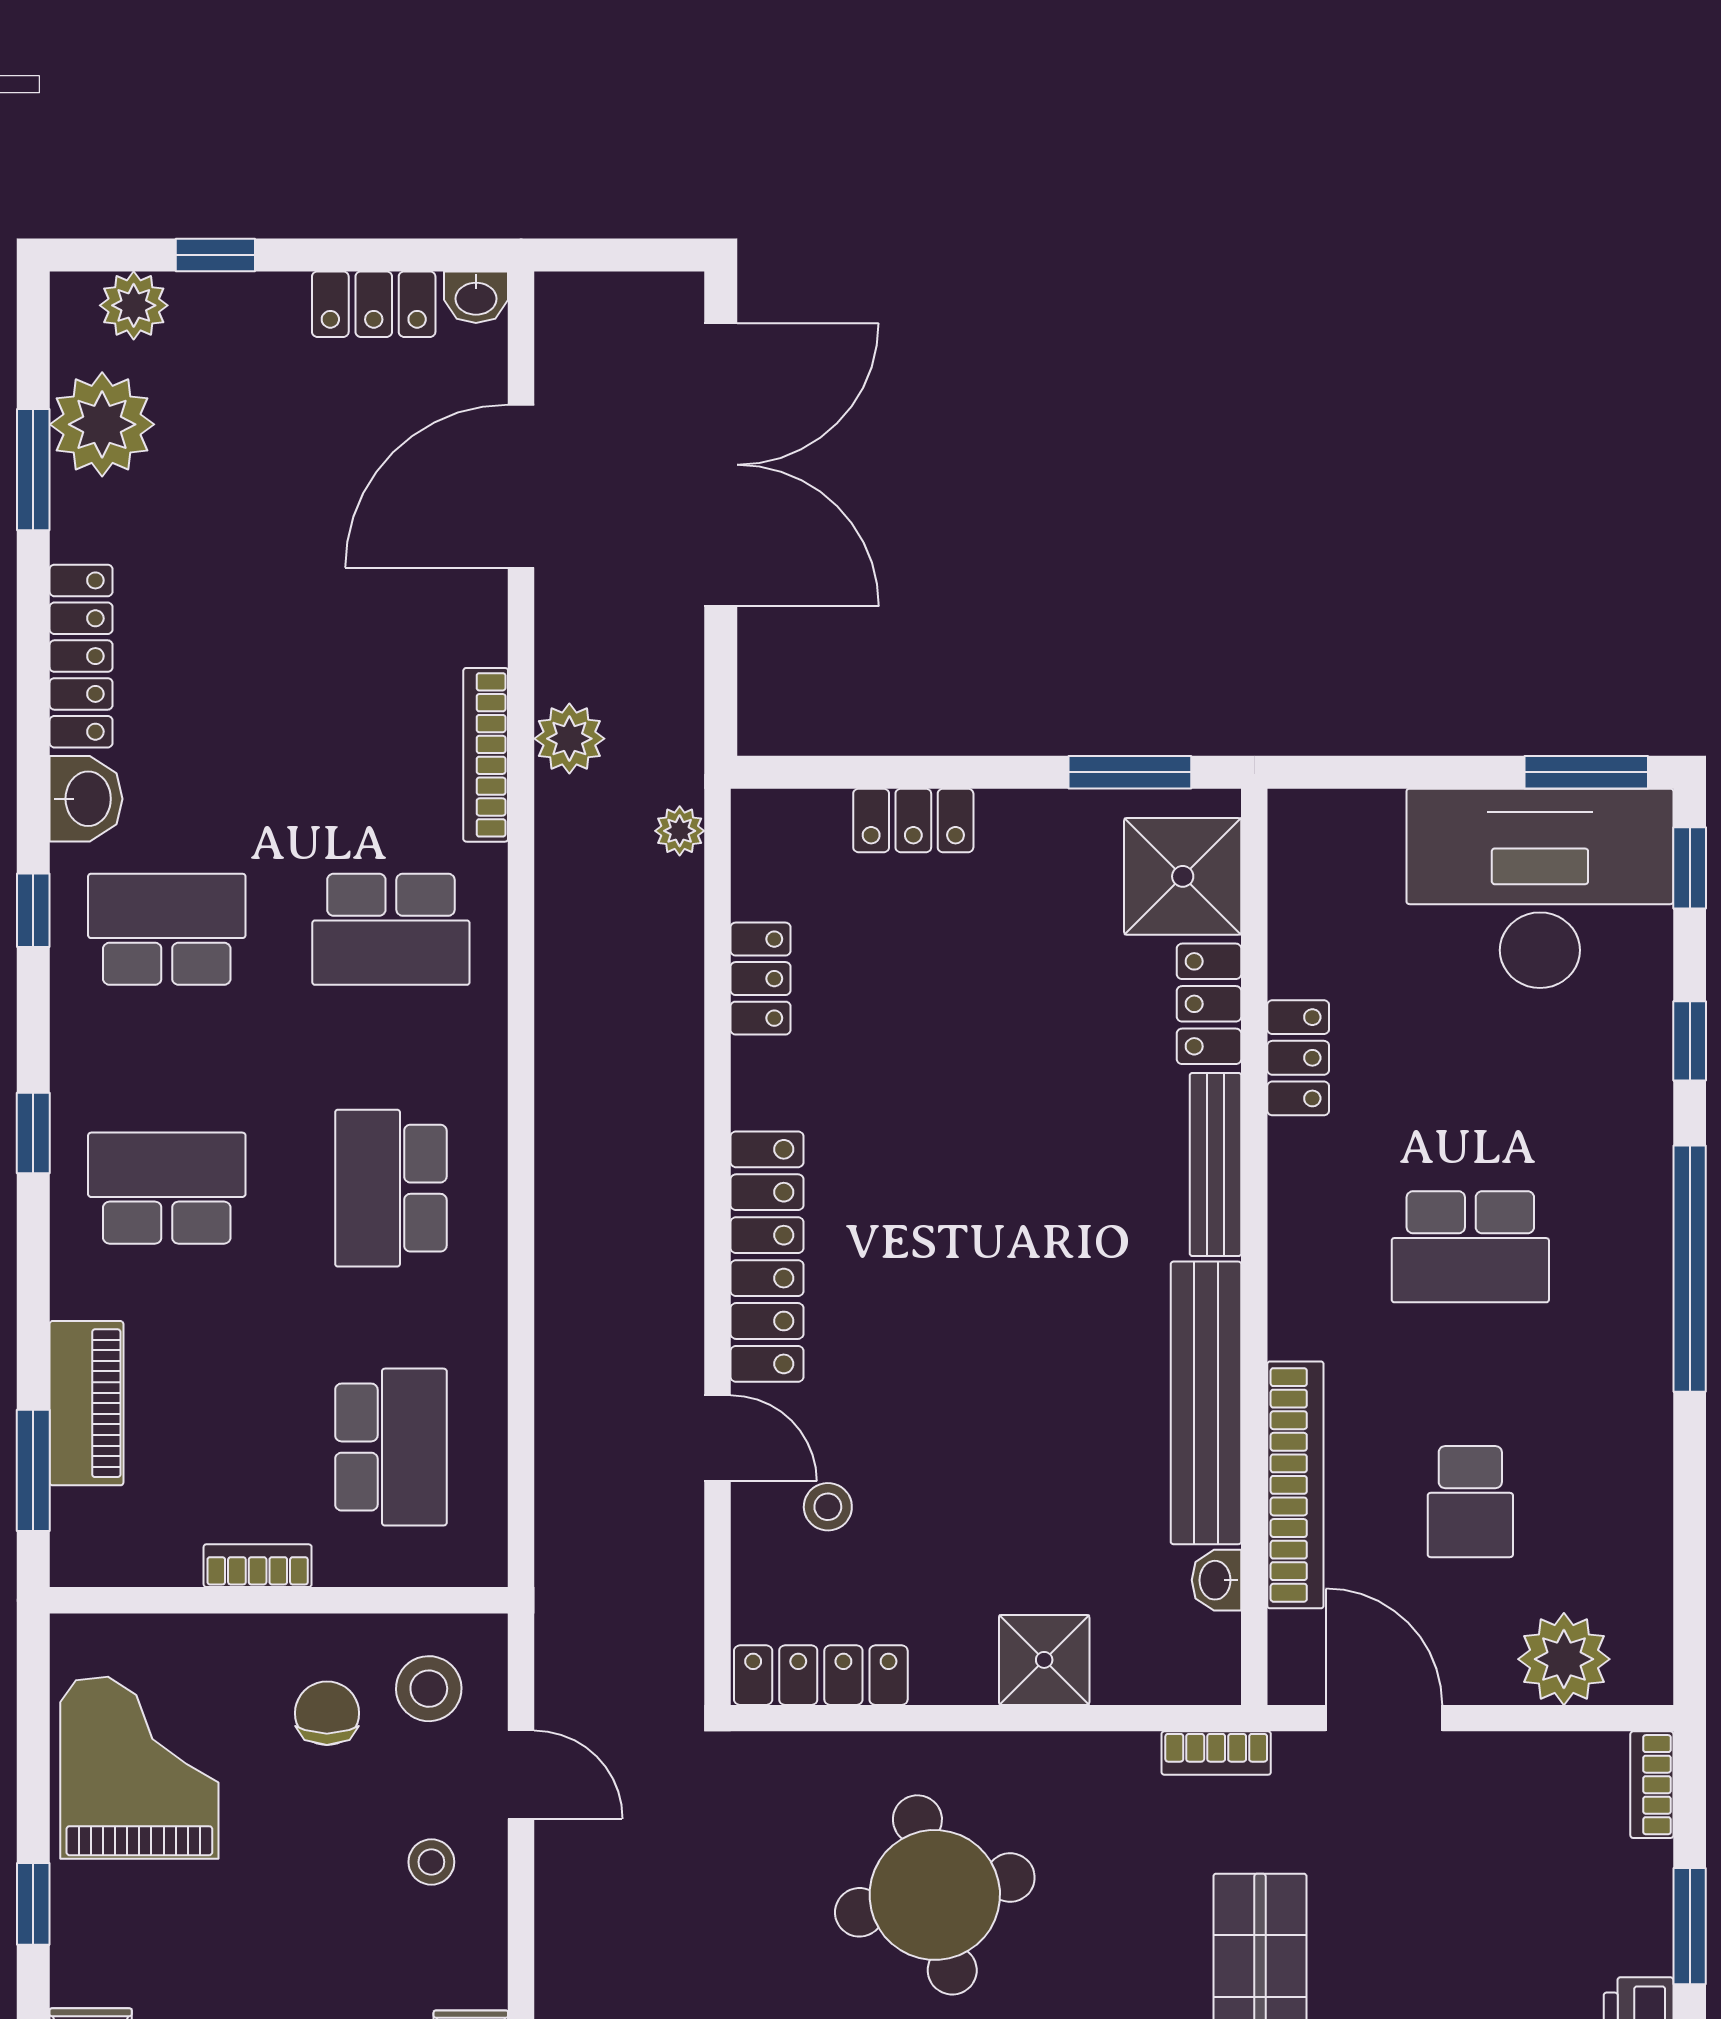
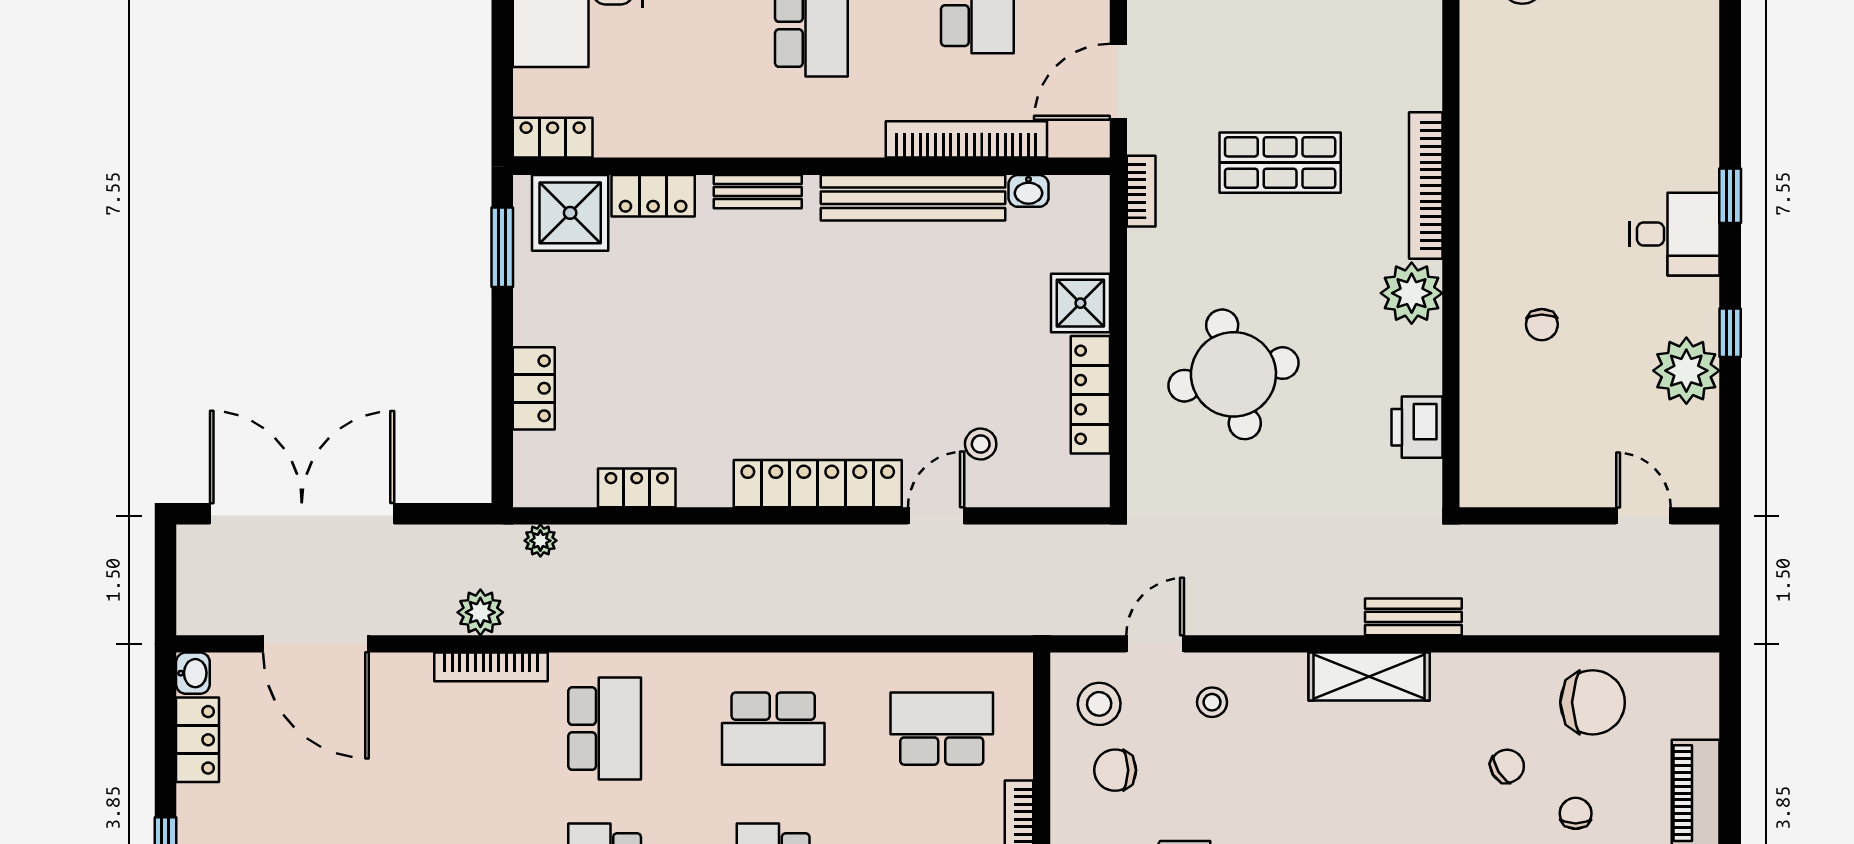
locker: (1298, 1058) -> (553, 138), moved
bench: (1216, 1164) -> (758, 192), width x0.73
locker: (821, 1675) -> (1090, 395), moved

